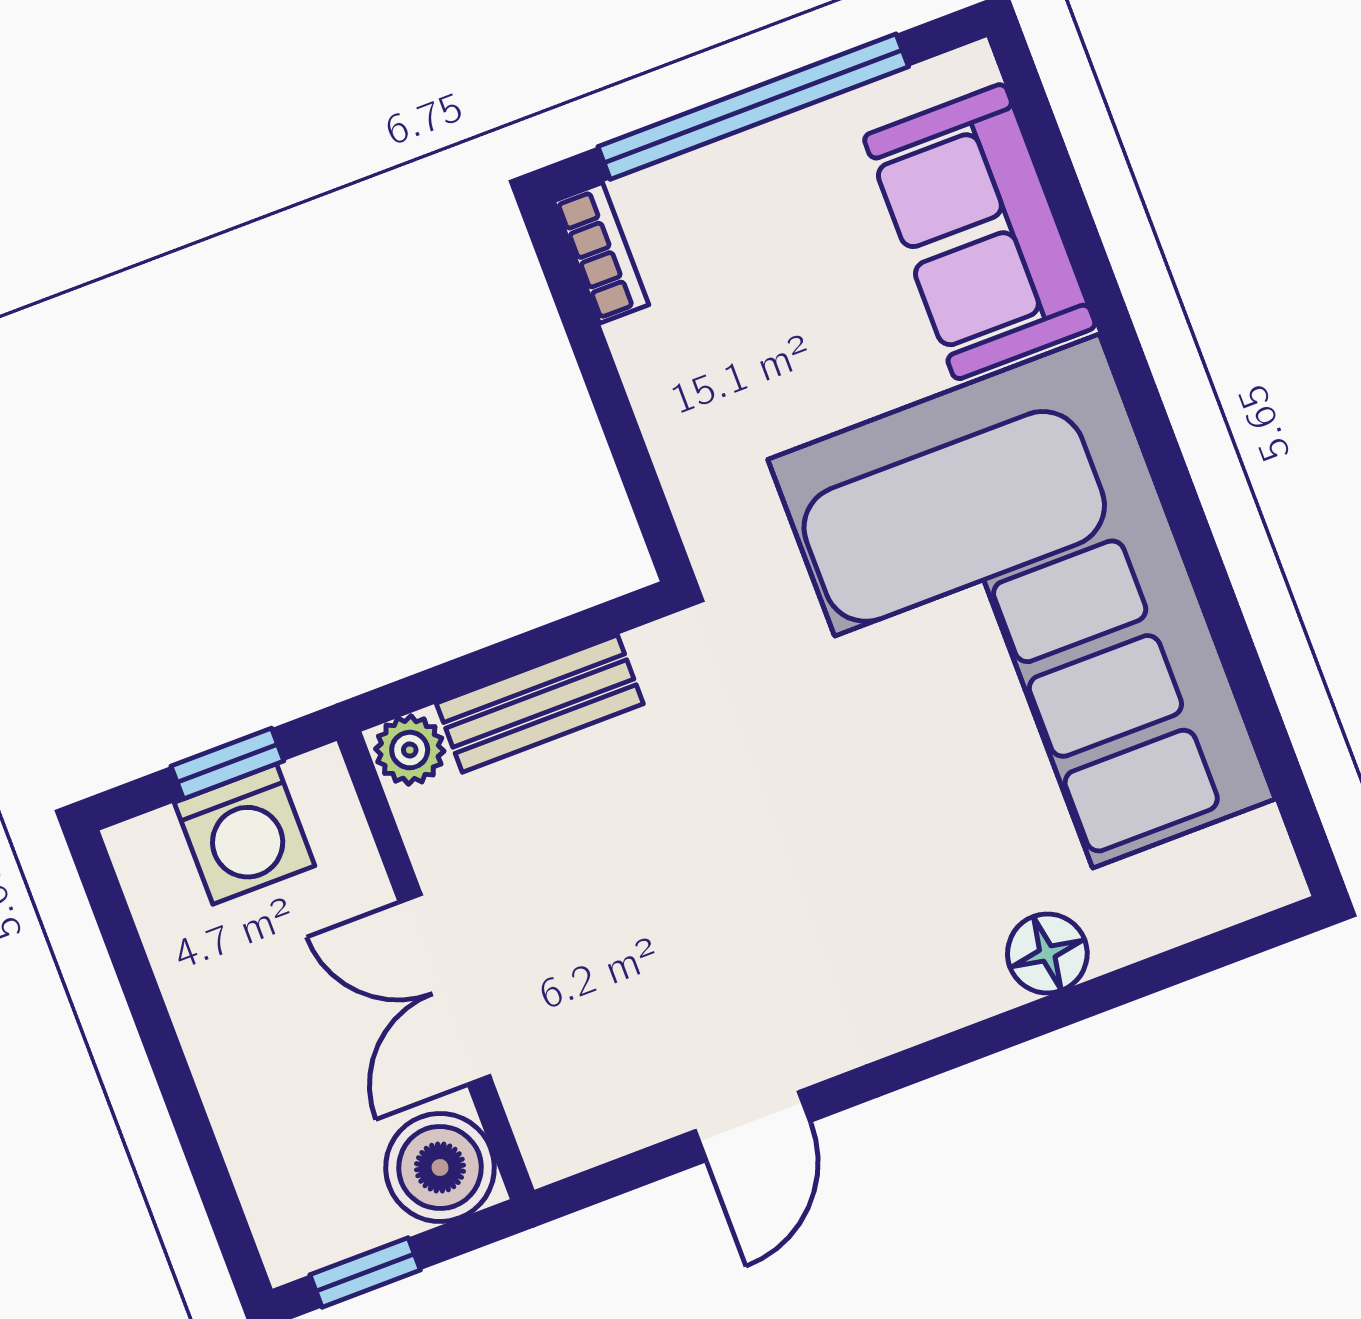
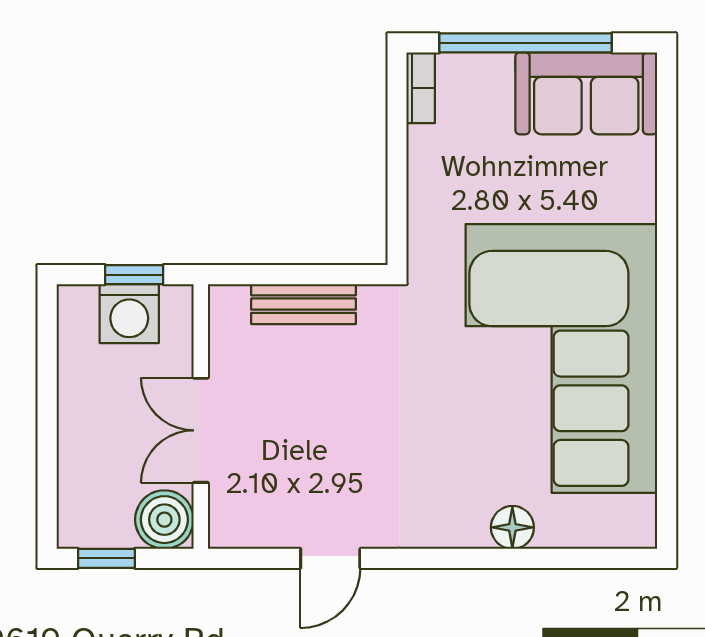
sofa: (980, 232) -> (586, 93), moved, turned -90
plant: (410, 750) -> (229, 303), removed

